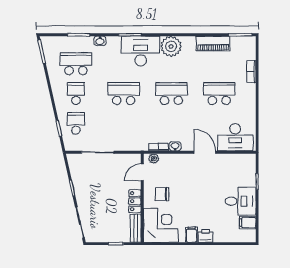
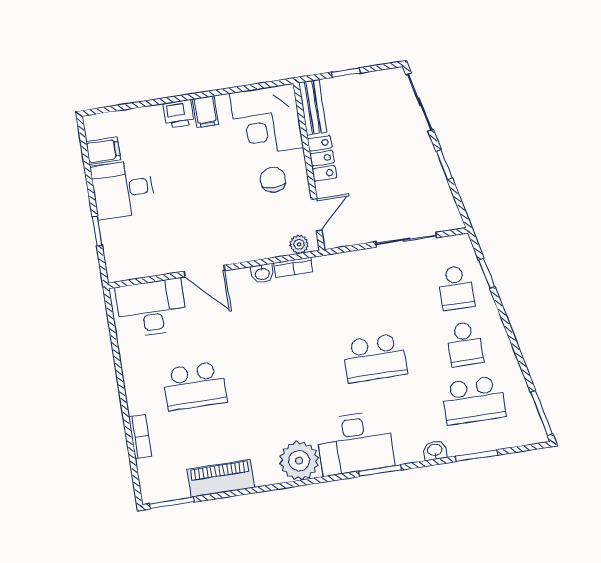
school desk: (171, 94) -> (285, 372), removed
chair: (162, 194) -> (273, 180), turned -90

